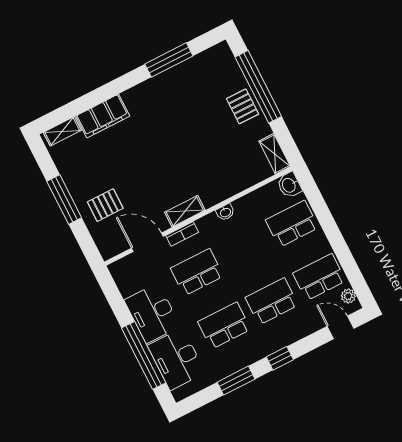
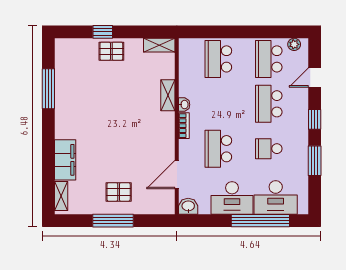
window: (258, 87) -> (103, 32), width x0.32
washbasin: (289, 185) -> (188, 206), moved, turned 180
pallet: (105, 205) -> (119, 192), moved, turned 90
shelving: (185, 211) -> (168, 95), moved
bookcase: (182, 234) -> (184, 126), moved
school desk: (224, 325) -> (269, 149), width x0.54
door: (341, 327) -> (315, 77), moved

